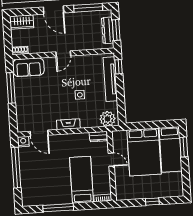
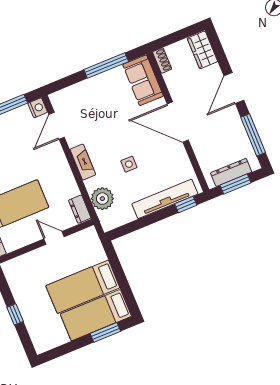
door: (63, 54) -> (178, 122), width x1.88
plant: (108, 119) -> (102, 199), moved
bed: (144, 152) -> (83, 287), width x0.67
door: (111, 160) -> (54, 238), swing flipped

